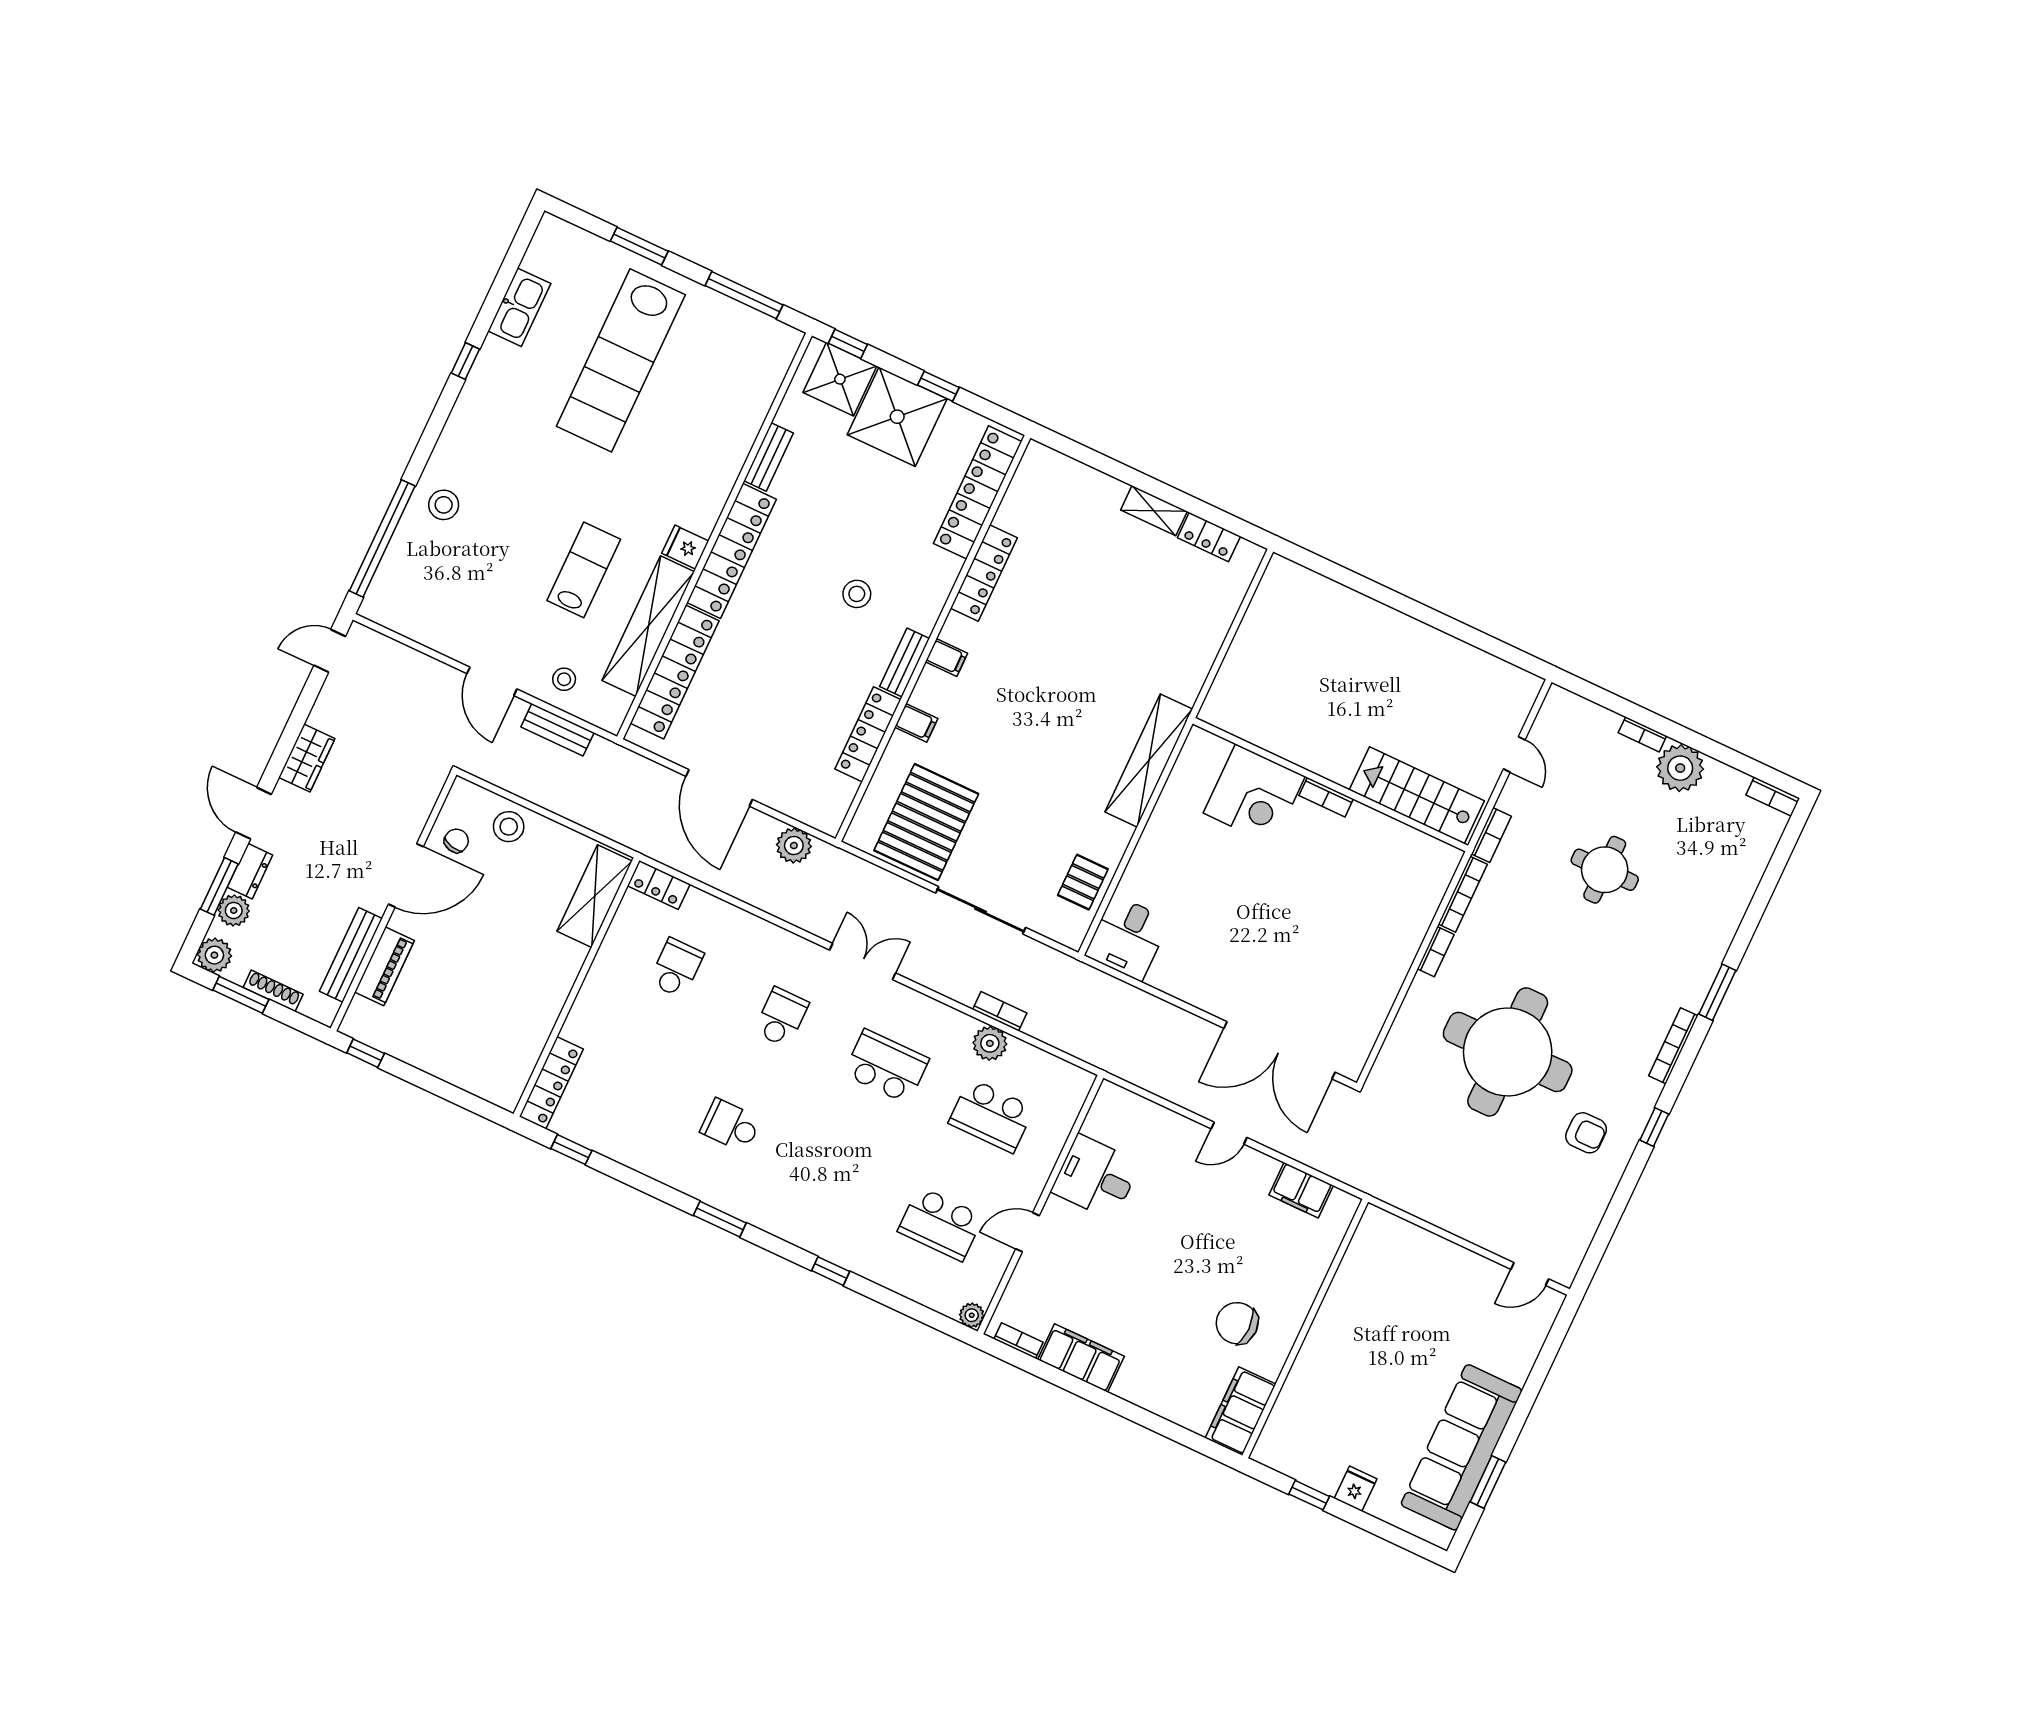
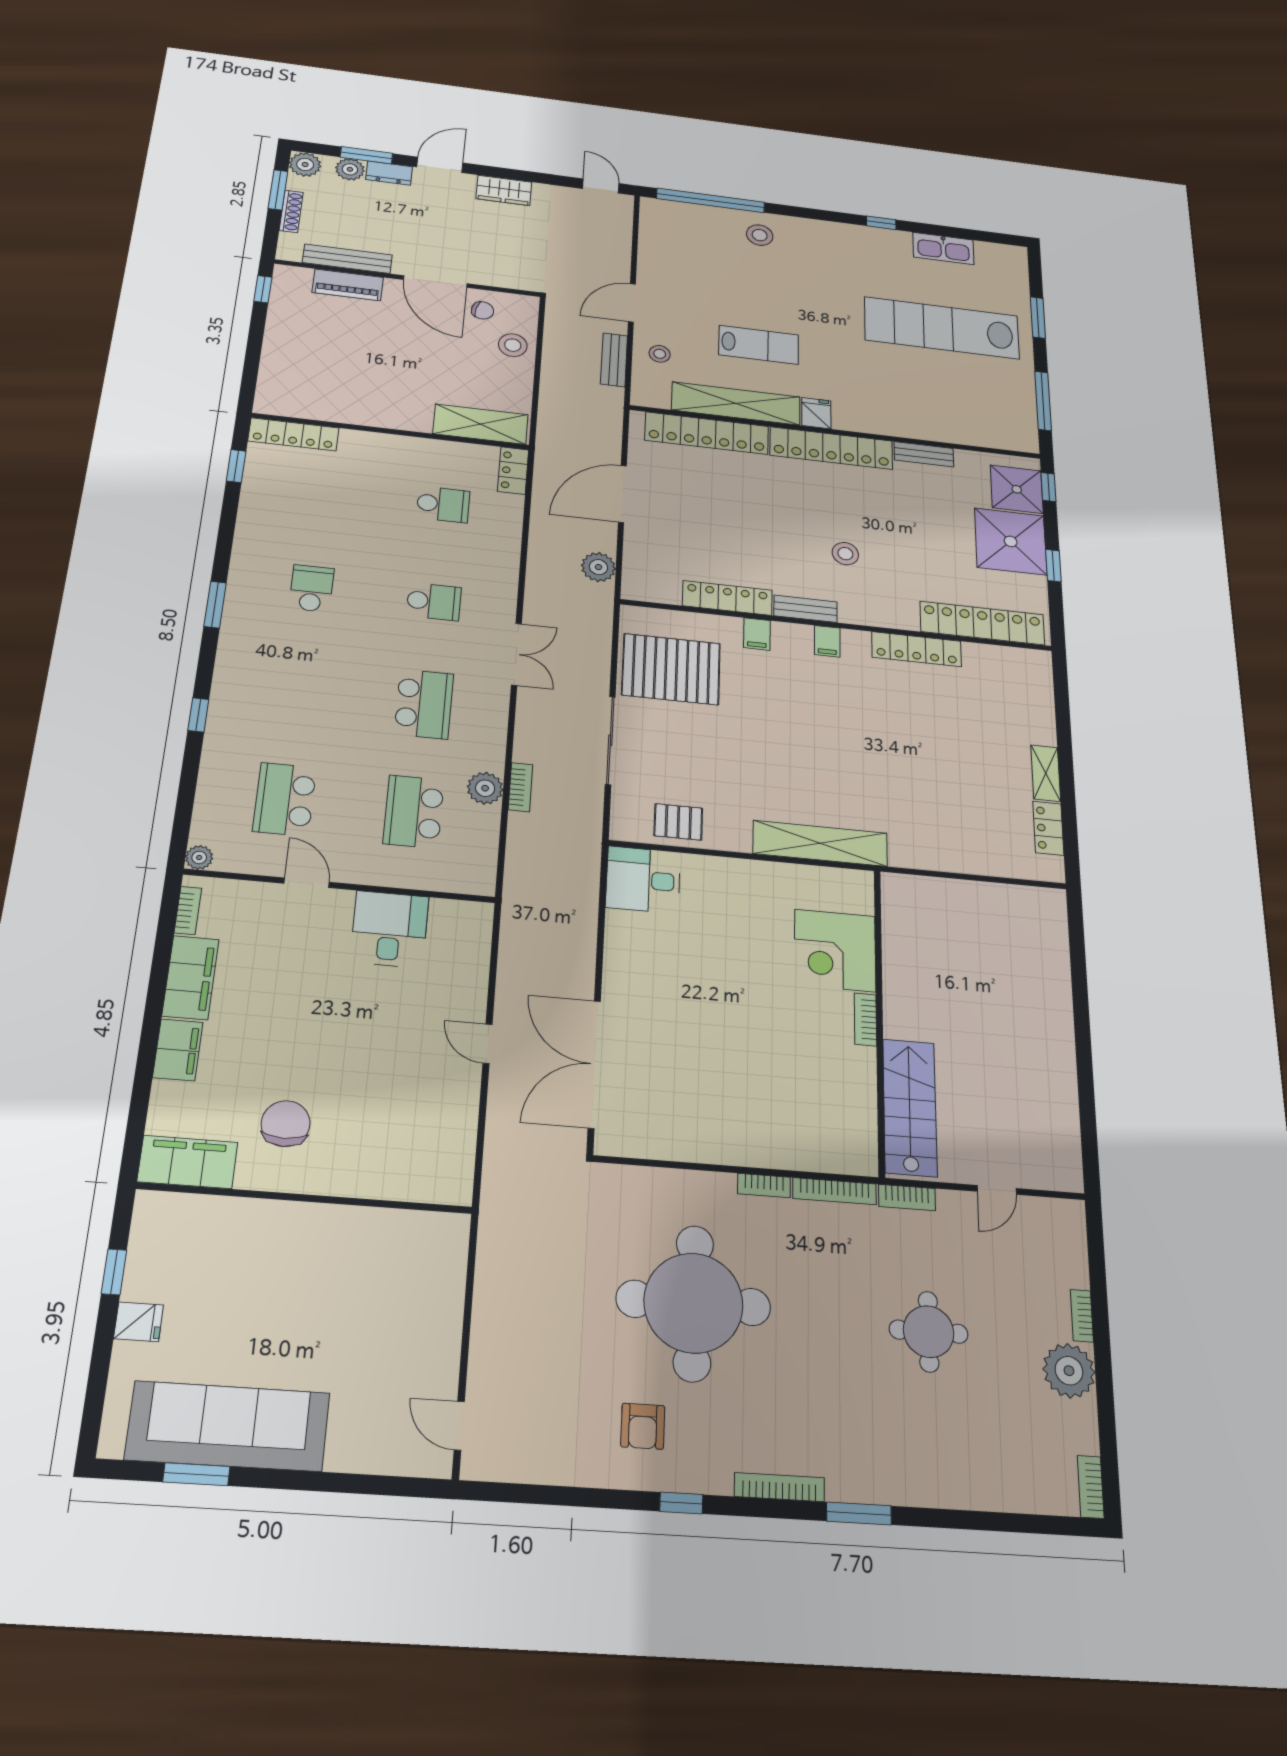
filing cabinet: (1301, 1190) -> (178, 1050), moved, turned 180

